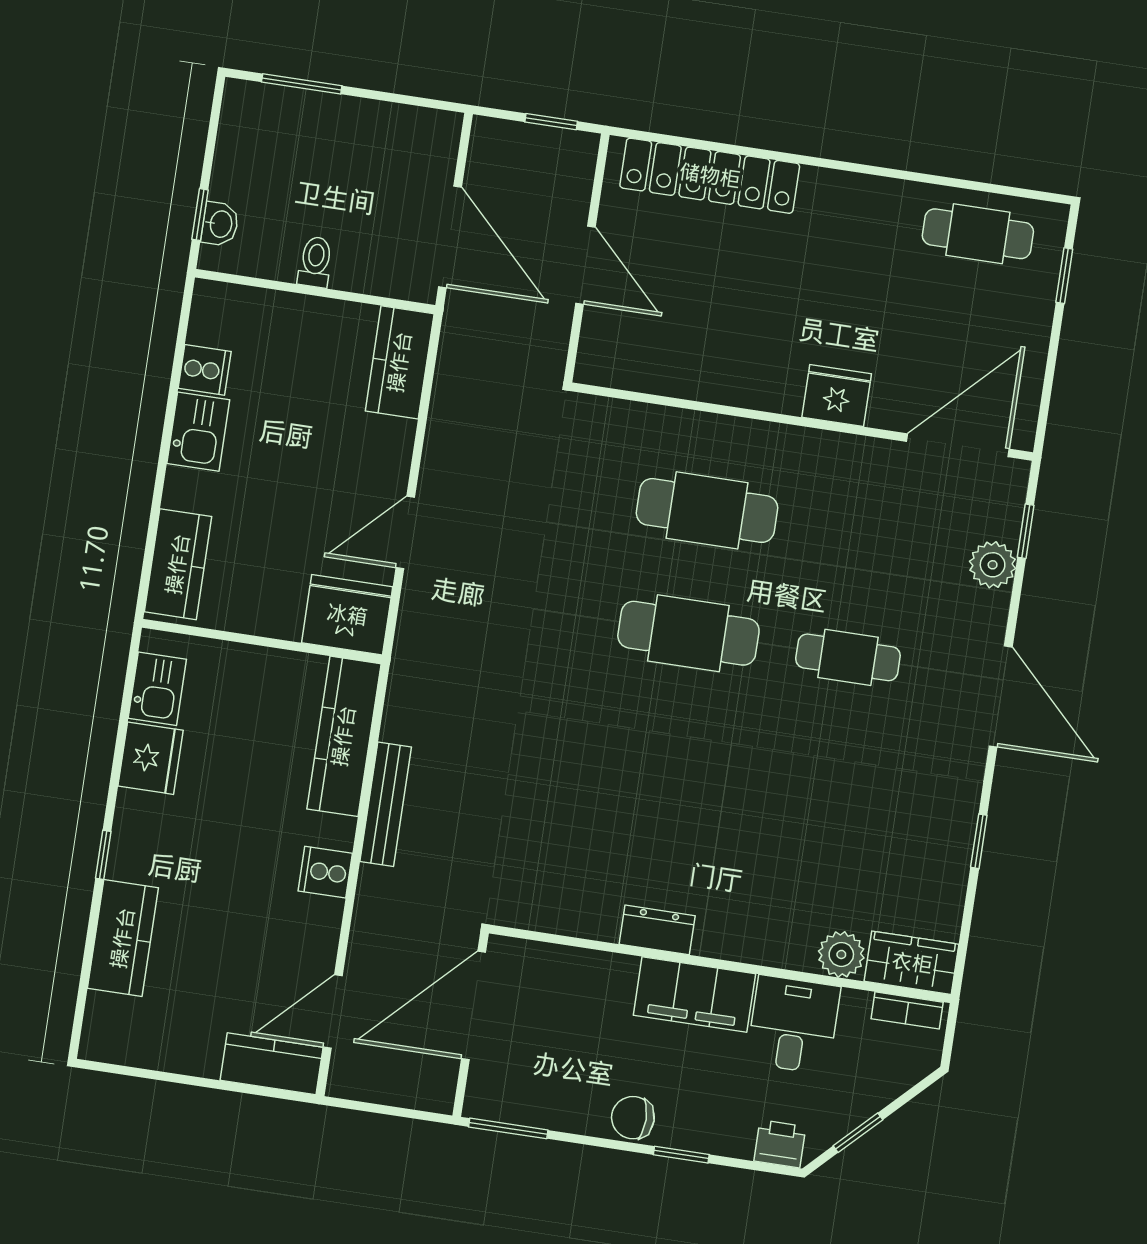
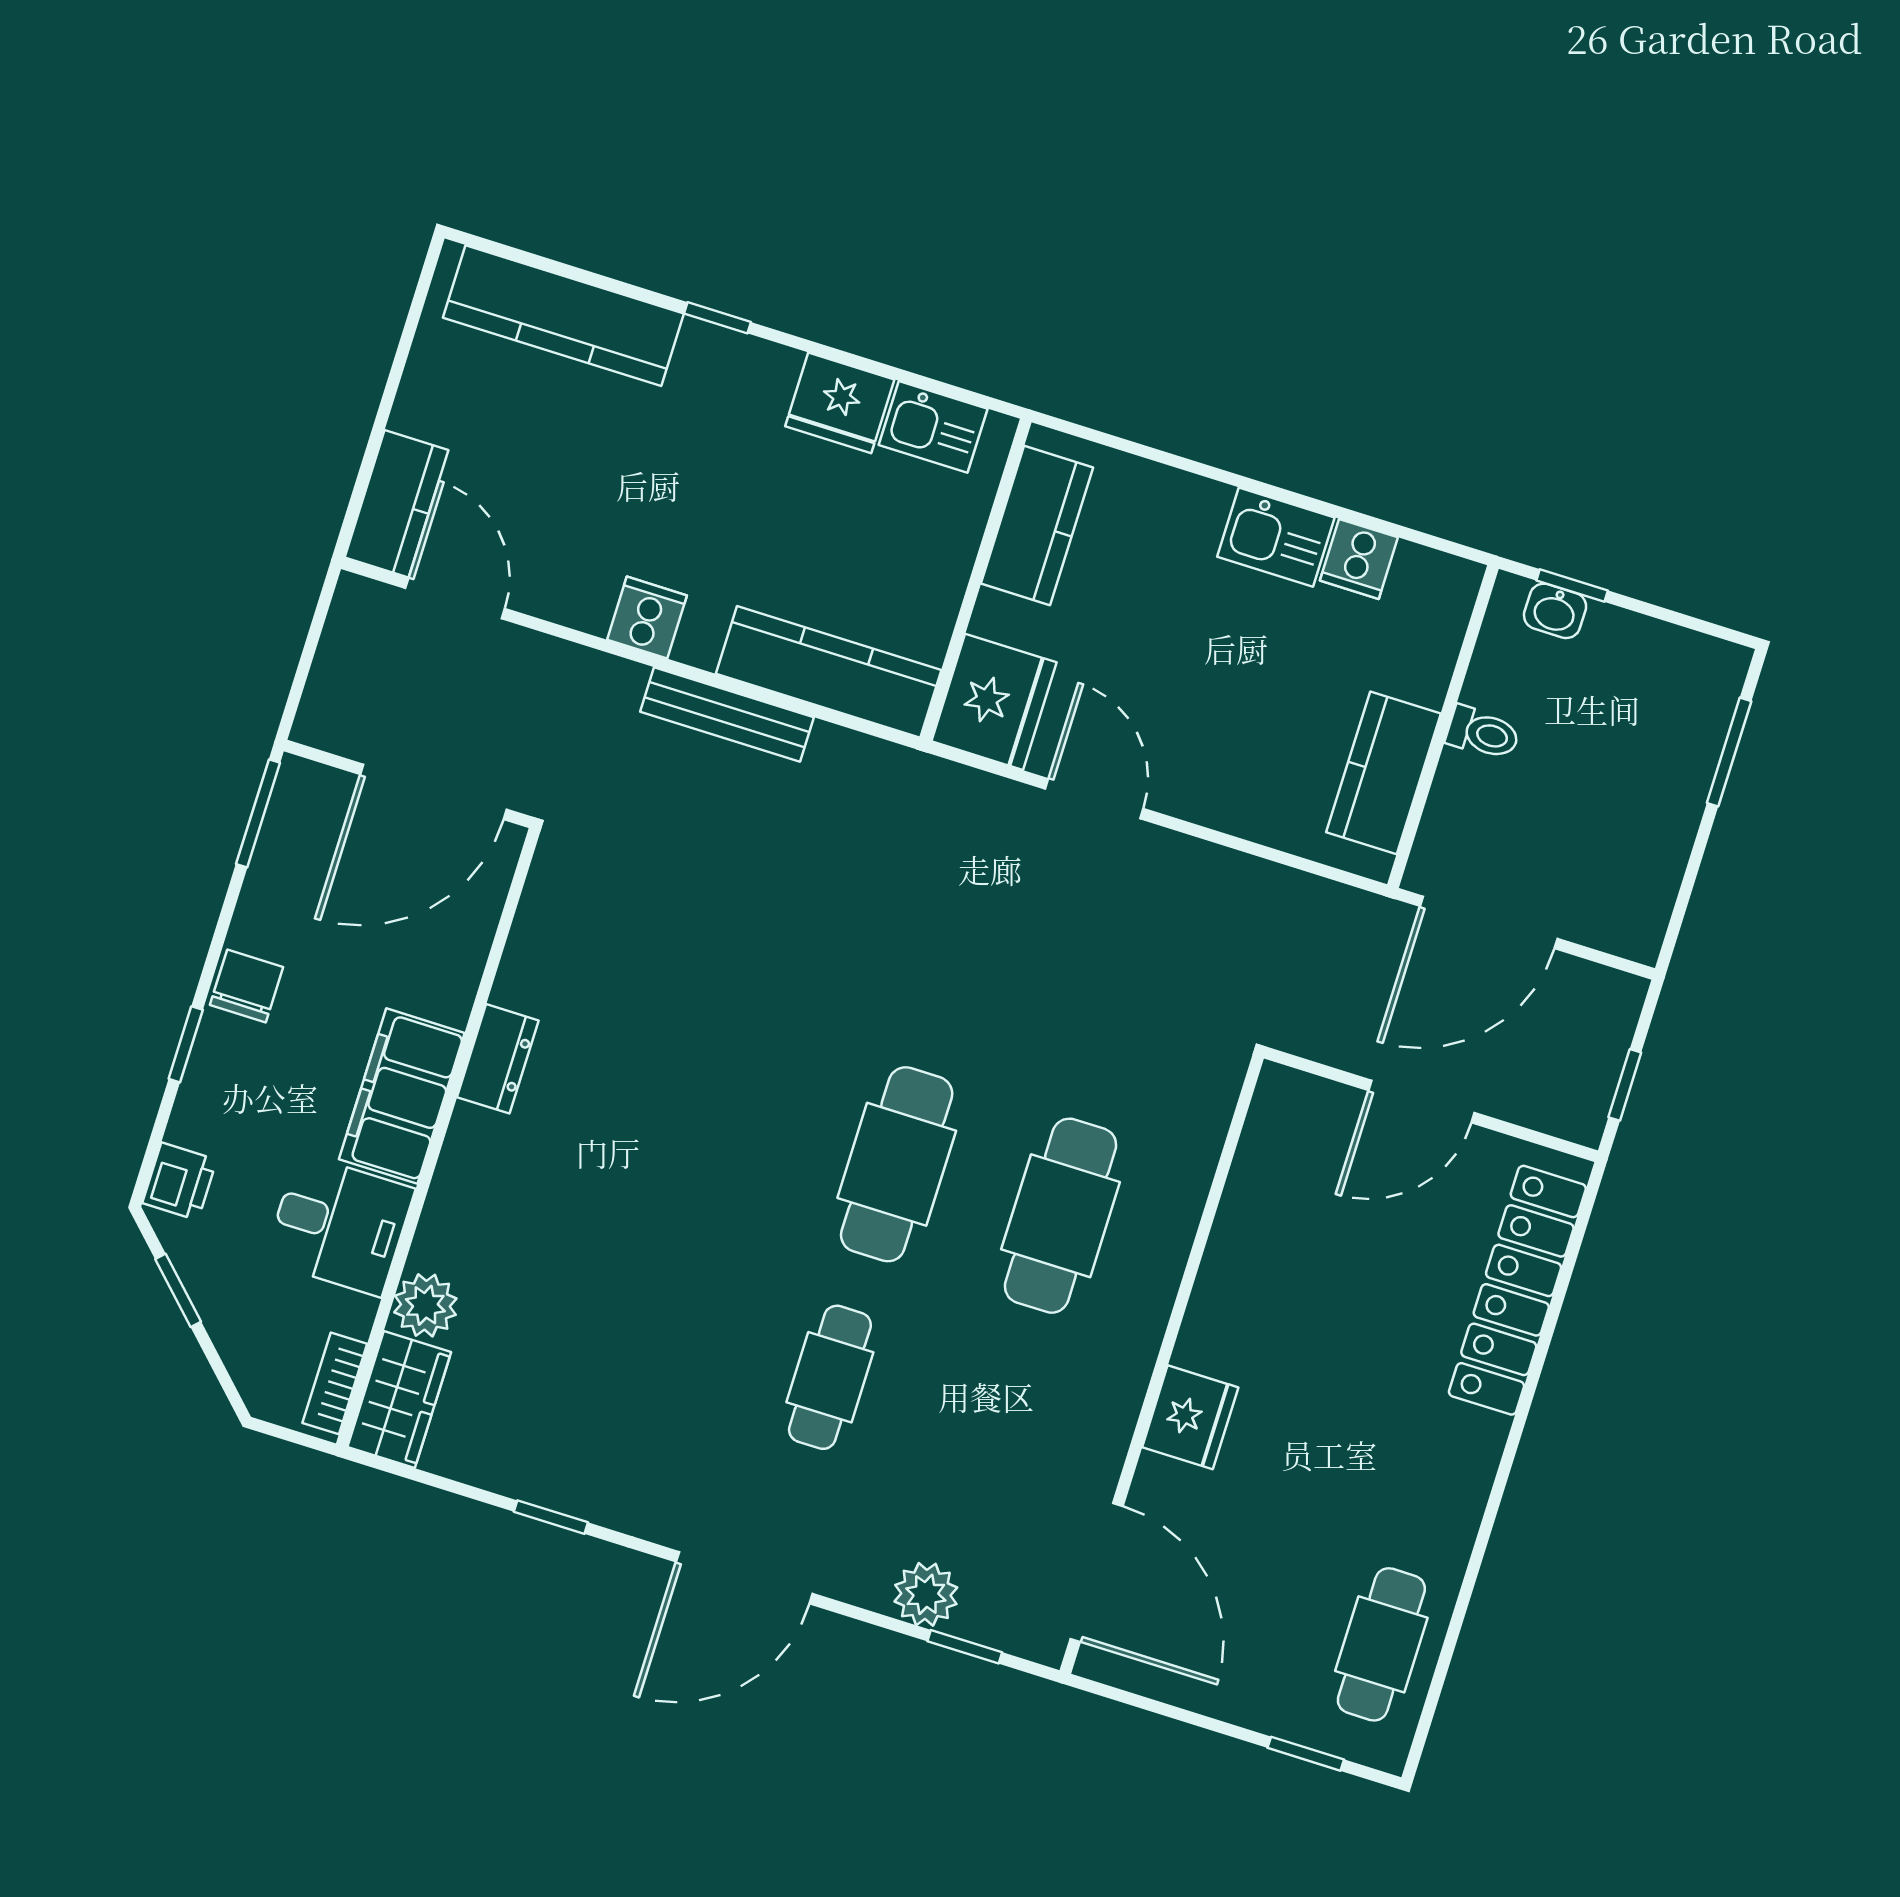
kitchen counter: (400, 362) -> (1384, 773), moved, turned -90
kitchen counter: (178, 564) -> (1037, 526), moved, turned -90
kitchen counter: (123, 938) -> (563, 316), width x1.50
door: (474, 1006) -> (433, 792), swing flipped

